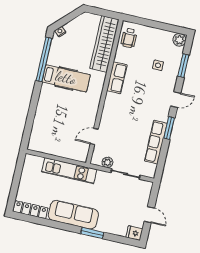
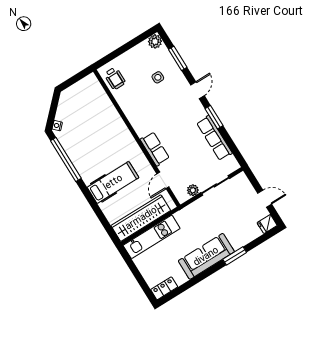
wardrobe: (104, 44) -> (141, 218), moved, turned 90
hospital bed: (66, 78) -> (113, 182), moved
row of seats: (117, 78) -> (155, 149), moved
kitchen unit: (69, 171) -> (152, 237), moved
locker: (31, 210) -> (164, 288), width x0.66

